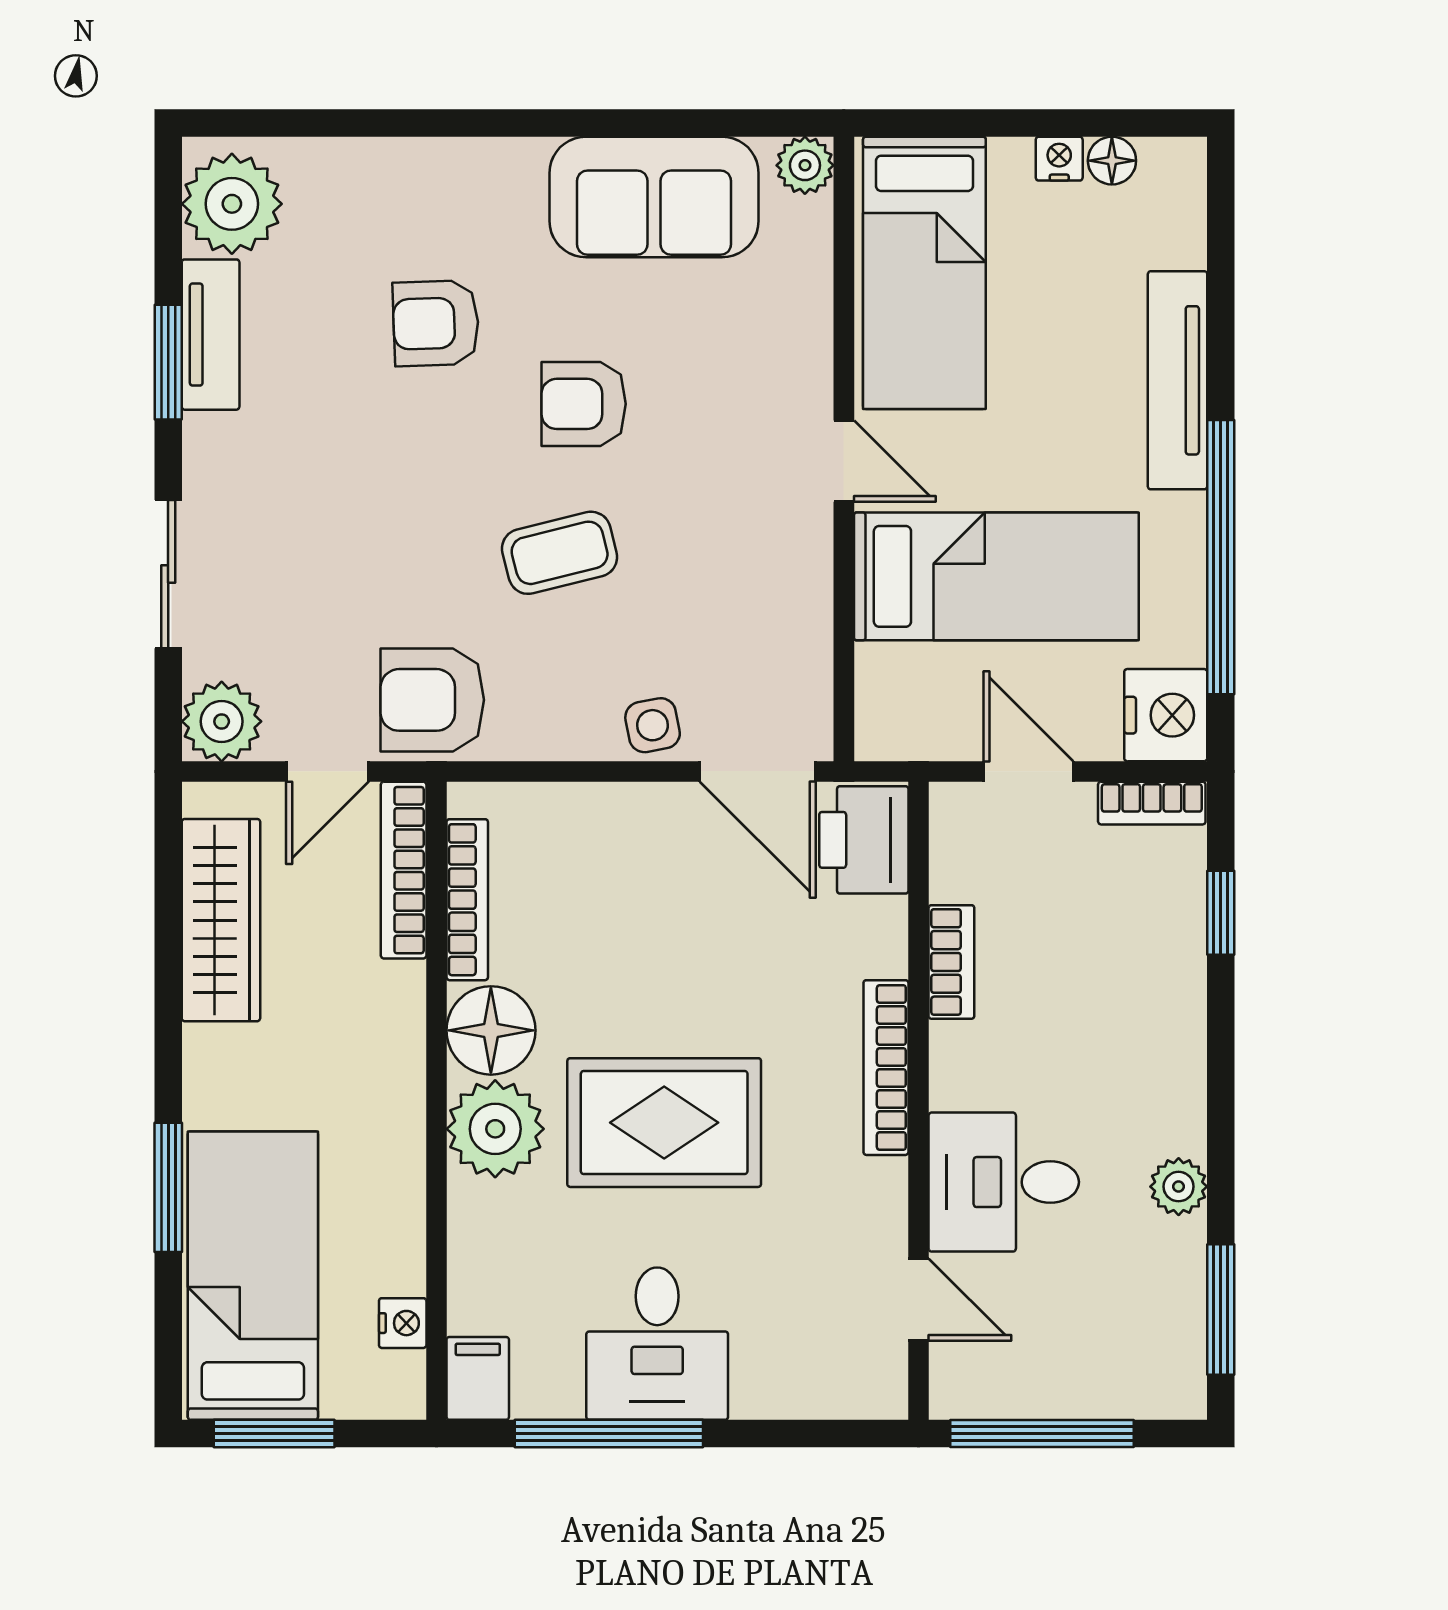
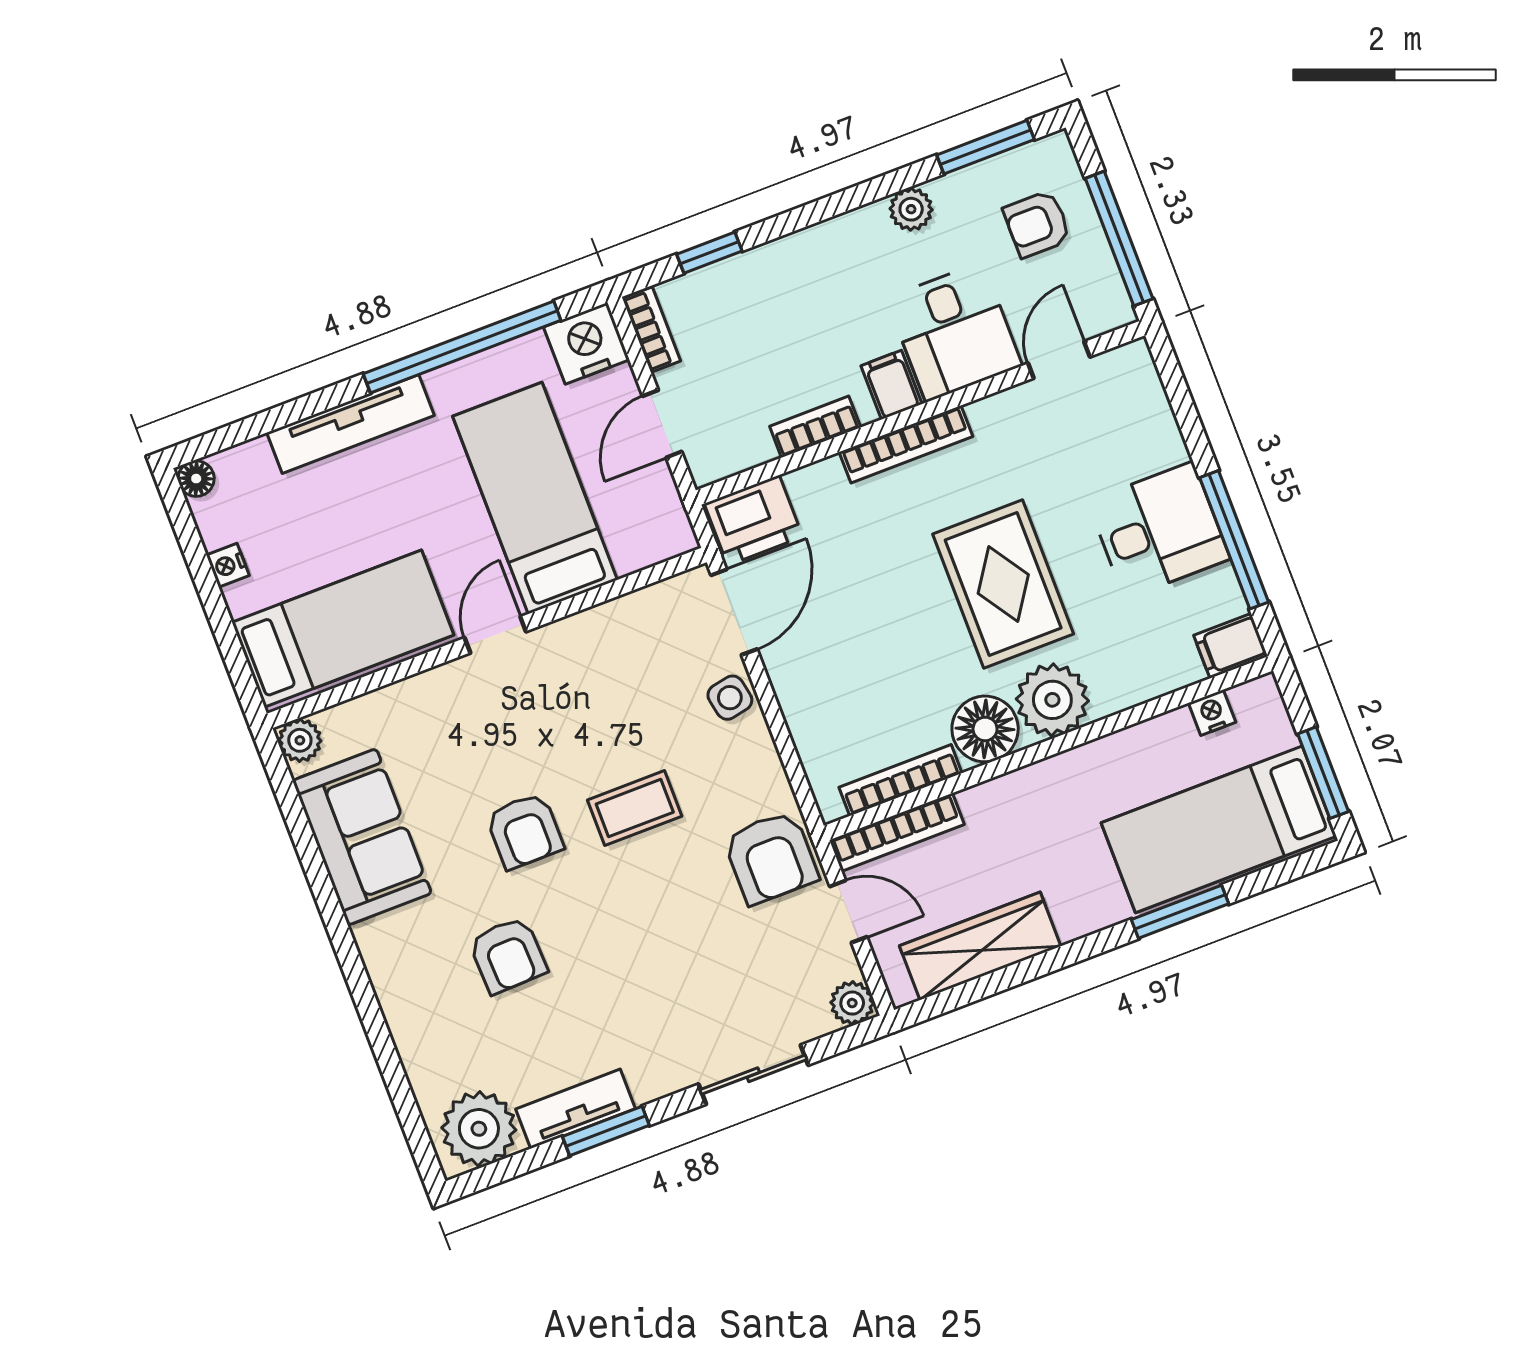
floor lamp: (1112, 161) -> (196, 479), moved
coffee table: (560, 553) -> (635, 808), turned -76
plant: (222, 721) -> (852, 1003), width x0.73, depth x0.73
filing cabinet: (968, 1078) -> (891, 385), added
armchair: (1100, 1338) -> (1037, 224), added

